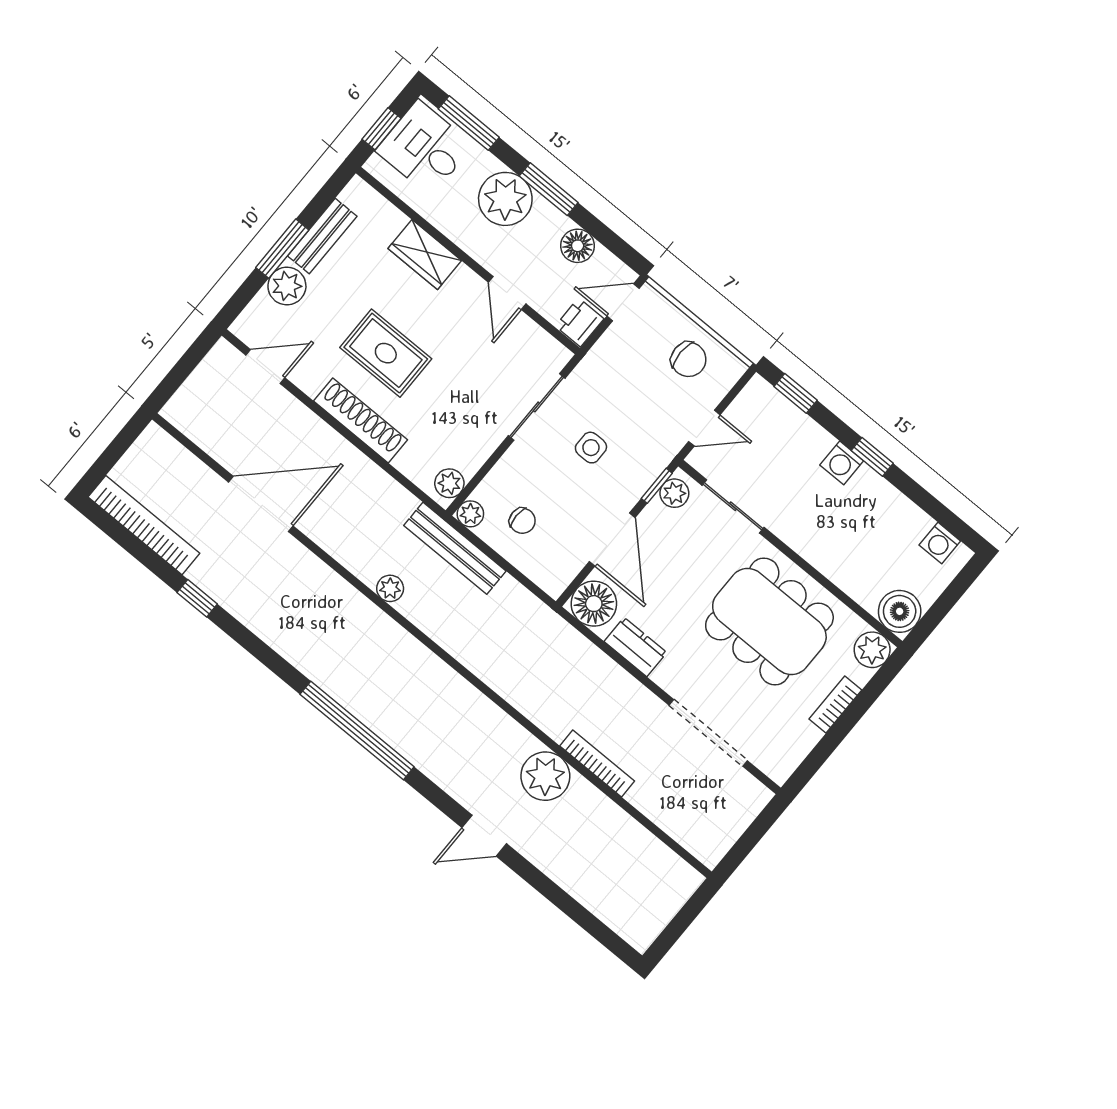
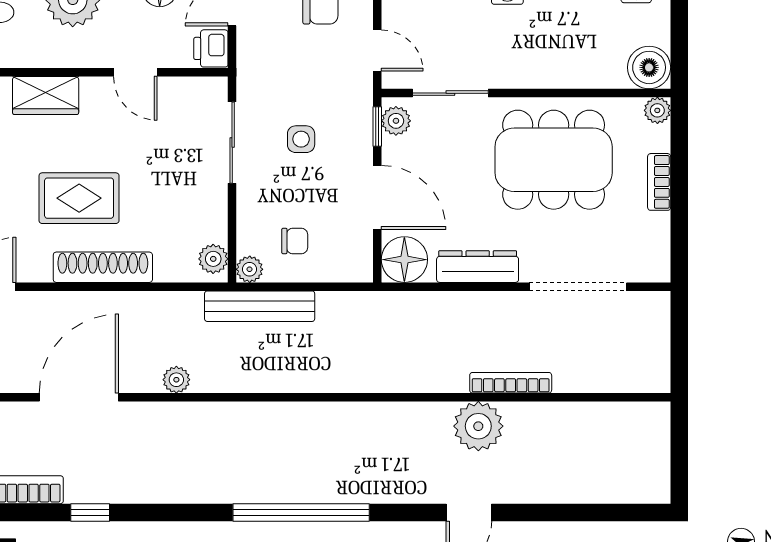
door: (704, 428) -> (377, 50), hinge flipped
plant: (390, 588) -> (176, 380), moved
dresser: (635, 647) -> (478, 267), width x1.44
plant: (872, 650) -> (657, 110), width x0.73, depth x0.73

